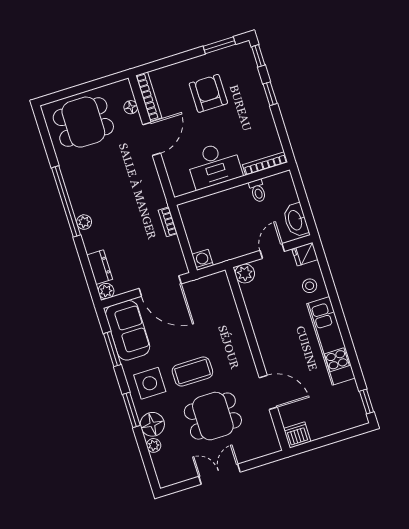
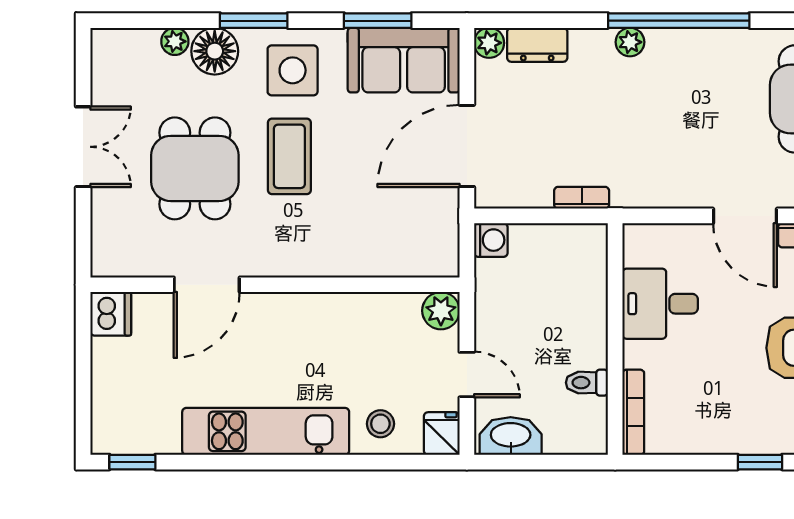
desk: (214, 165) -> (660, 304), width x0.73

